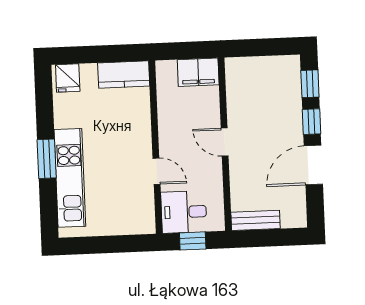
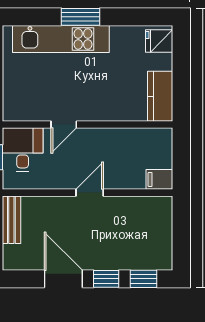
filing cabinet: (198, 72) -> (159, 179), width x0.50

